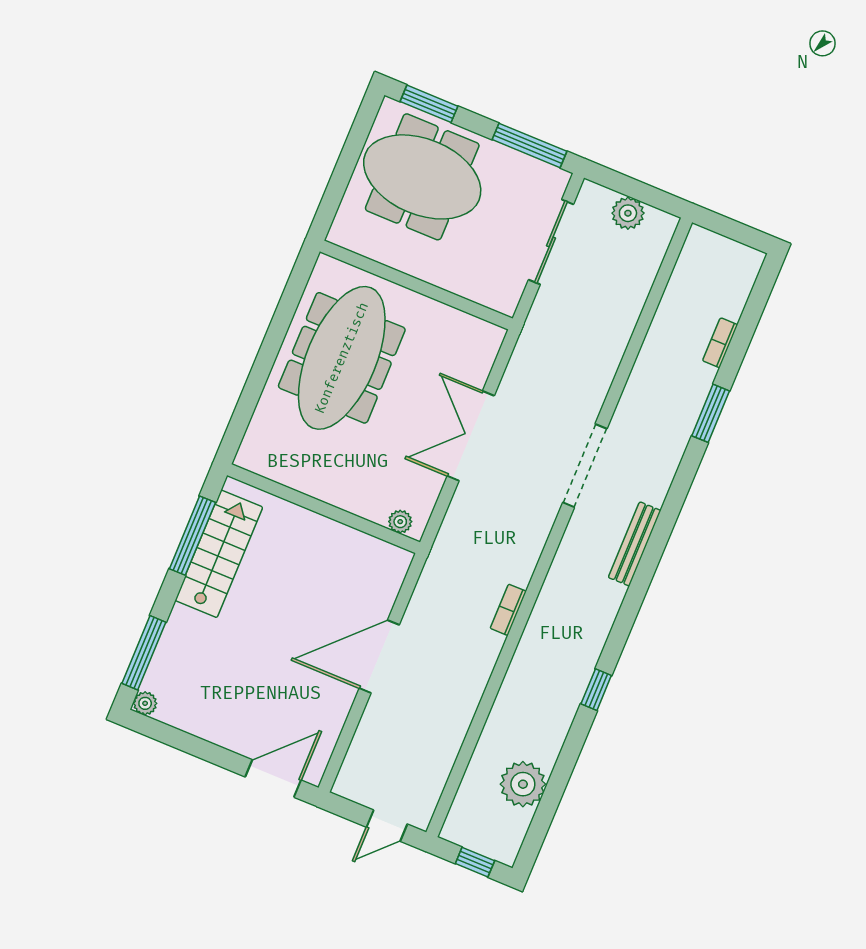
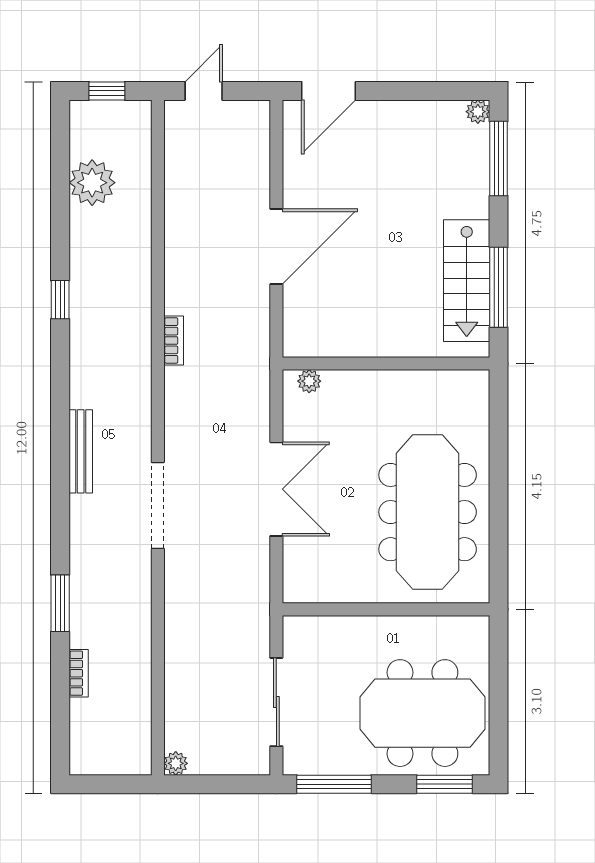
plant: (628, 213) -> (176, 763), moved, width x0.73, depth x0.73

